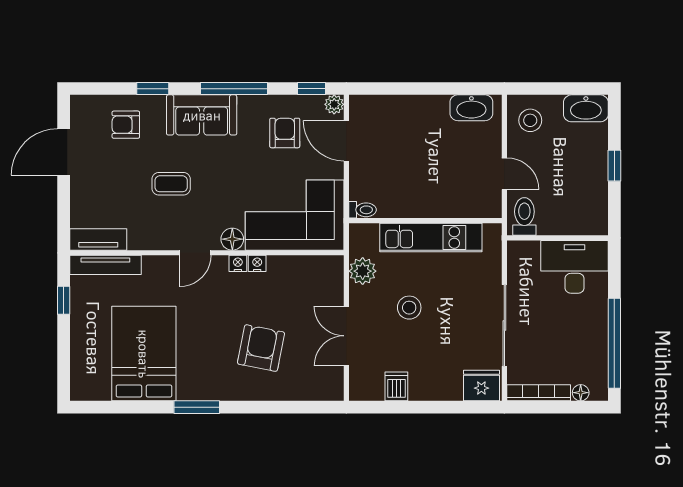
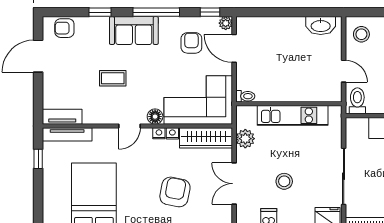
armchair: (126, 125) -> (64, 28), moved
wardrobe: (306, 270) -> (206, 138), added
stool: (409, 308) -> (284, 181), moved

